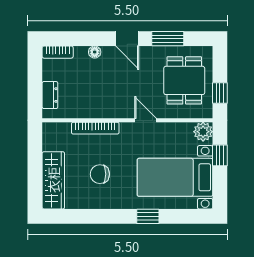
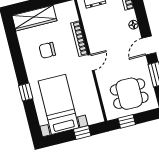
door: (145, 120) -> (91, 63), moved
plant: (203, 132) -> (96, 116), removed
chair: (100, 174) -> (47, 50), turned -90

